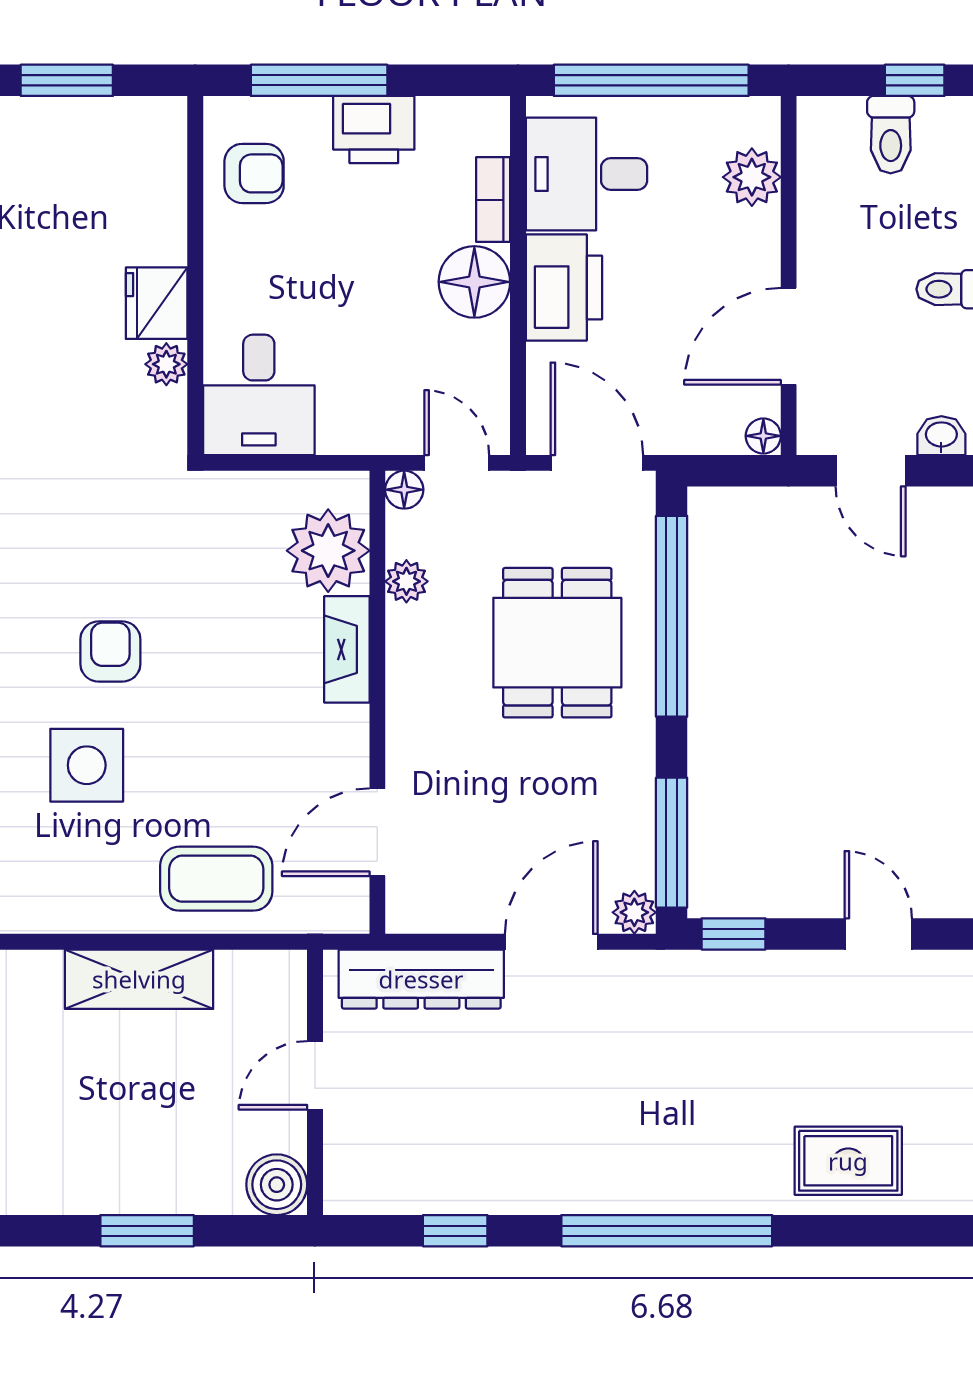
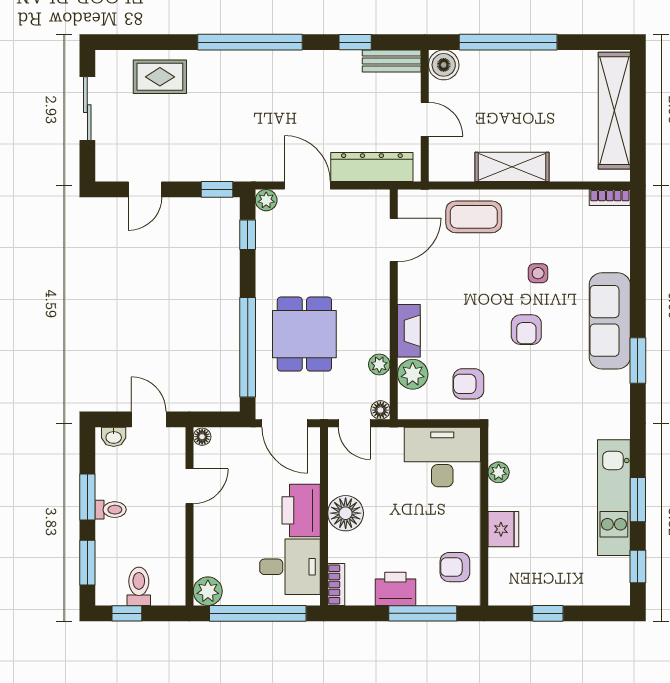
window: (67, 80) -> (548, 613), width x0.67
plant: (752, 177) -> (208, 591), moved
bookcase: (493, 200) -> (336, 585), moved
fridge: (157, 303) -> (503, 529), moved
door: (789, 336) -> (189, 486), width x0.73
desk: (259, 395) -> (442, 457), width x1.37
armchair: (227, 542) -> (468, 384), added
plant: (328, 551) -> (413, 374), width x0.73, depth x0.73
side table: (87, 765) -> (538, 273), width x0.54, depth x0.54
window: (672, 843) -> (248, 235), width x0.46
door: (878, 934) -> (145, 189), hinge flipped
door: (551, 942) -> (307, 186), swing flipped
door: (315, 1075) -> (425, 119), hinge flipped
bench: (382, 1193) -> (392, 61), added
window: (147, 1231) -> (508, 42), width x2.11

